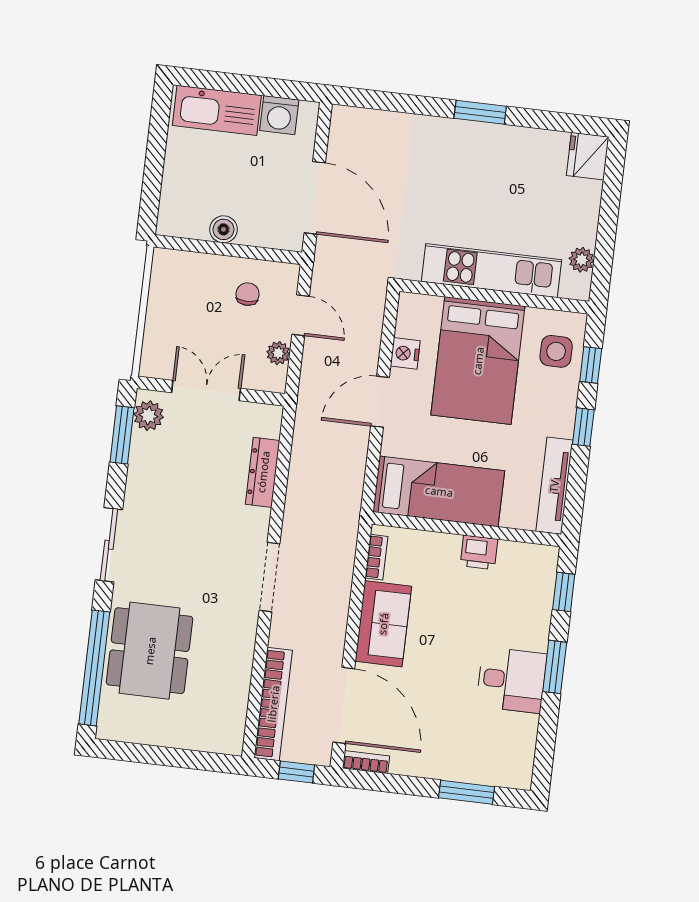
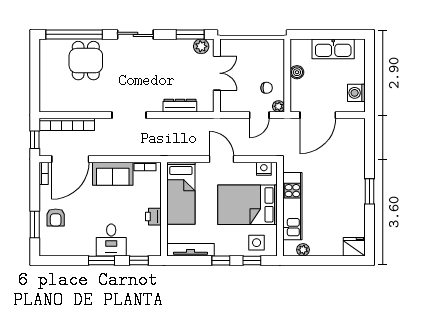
kitchen sink: (217, 110) -> (333, 49), moved, turned -90
plant: (278, 353) -> (278, 106), moved
nightstand: (405, 353) -> (264, 169), moved
dining table: (150, 651) -> (86, 61), width x0.73
desk: (511, 680) -> (111, 240), moved
armchair: (457, 749) -> (56, 217), added

